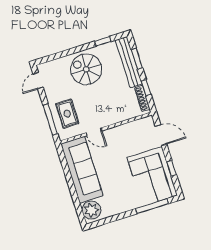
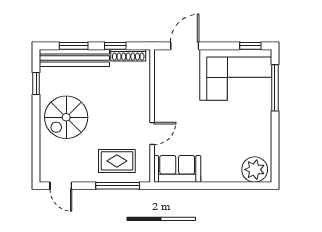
window: (172, 168) -> (250, 46), moved
sofa: (82, 170) -> (177, 169), width x0.54, depth x0.79

